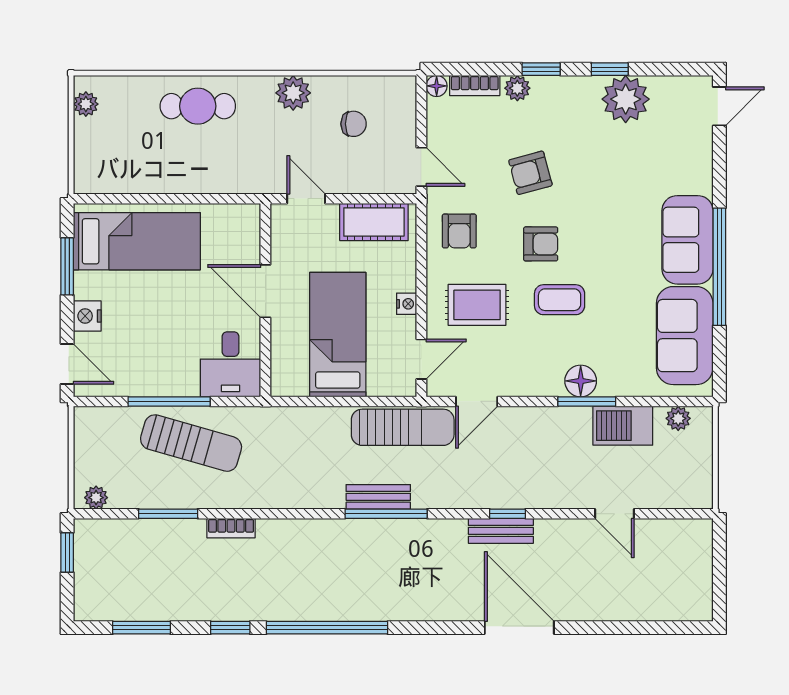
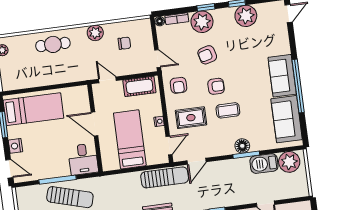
plant: (517, 88) -> (202, 22), width x1.88, depth x1.88
plant: (678, 418) -> (289, 162), width x1.88, depth x1.88

